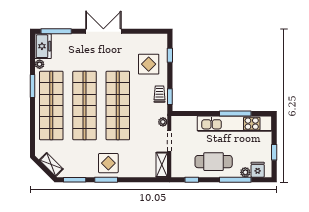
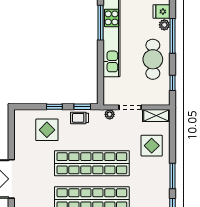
window: (170, 55) -> (54, 107), moved
window: (235, 113) -> (101, 23), moved
display table: (108, 163) -> (152, 146), moved

